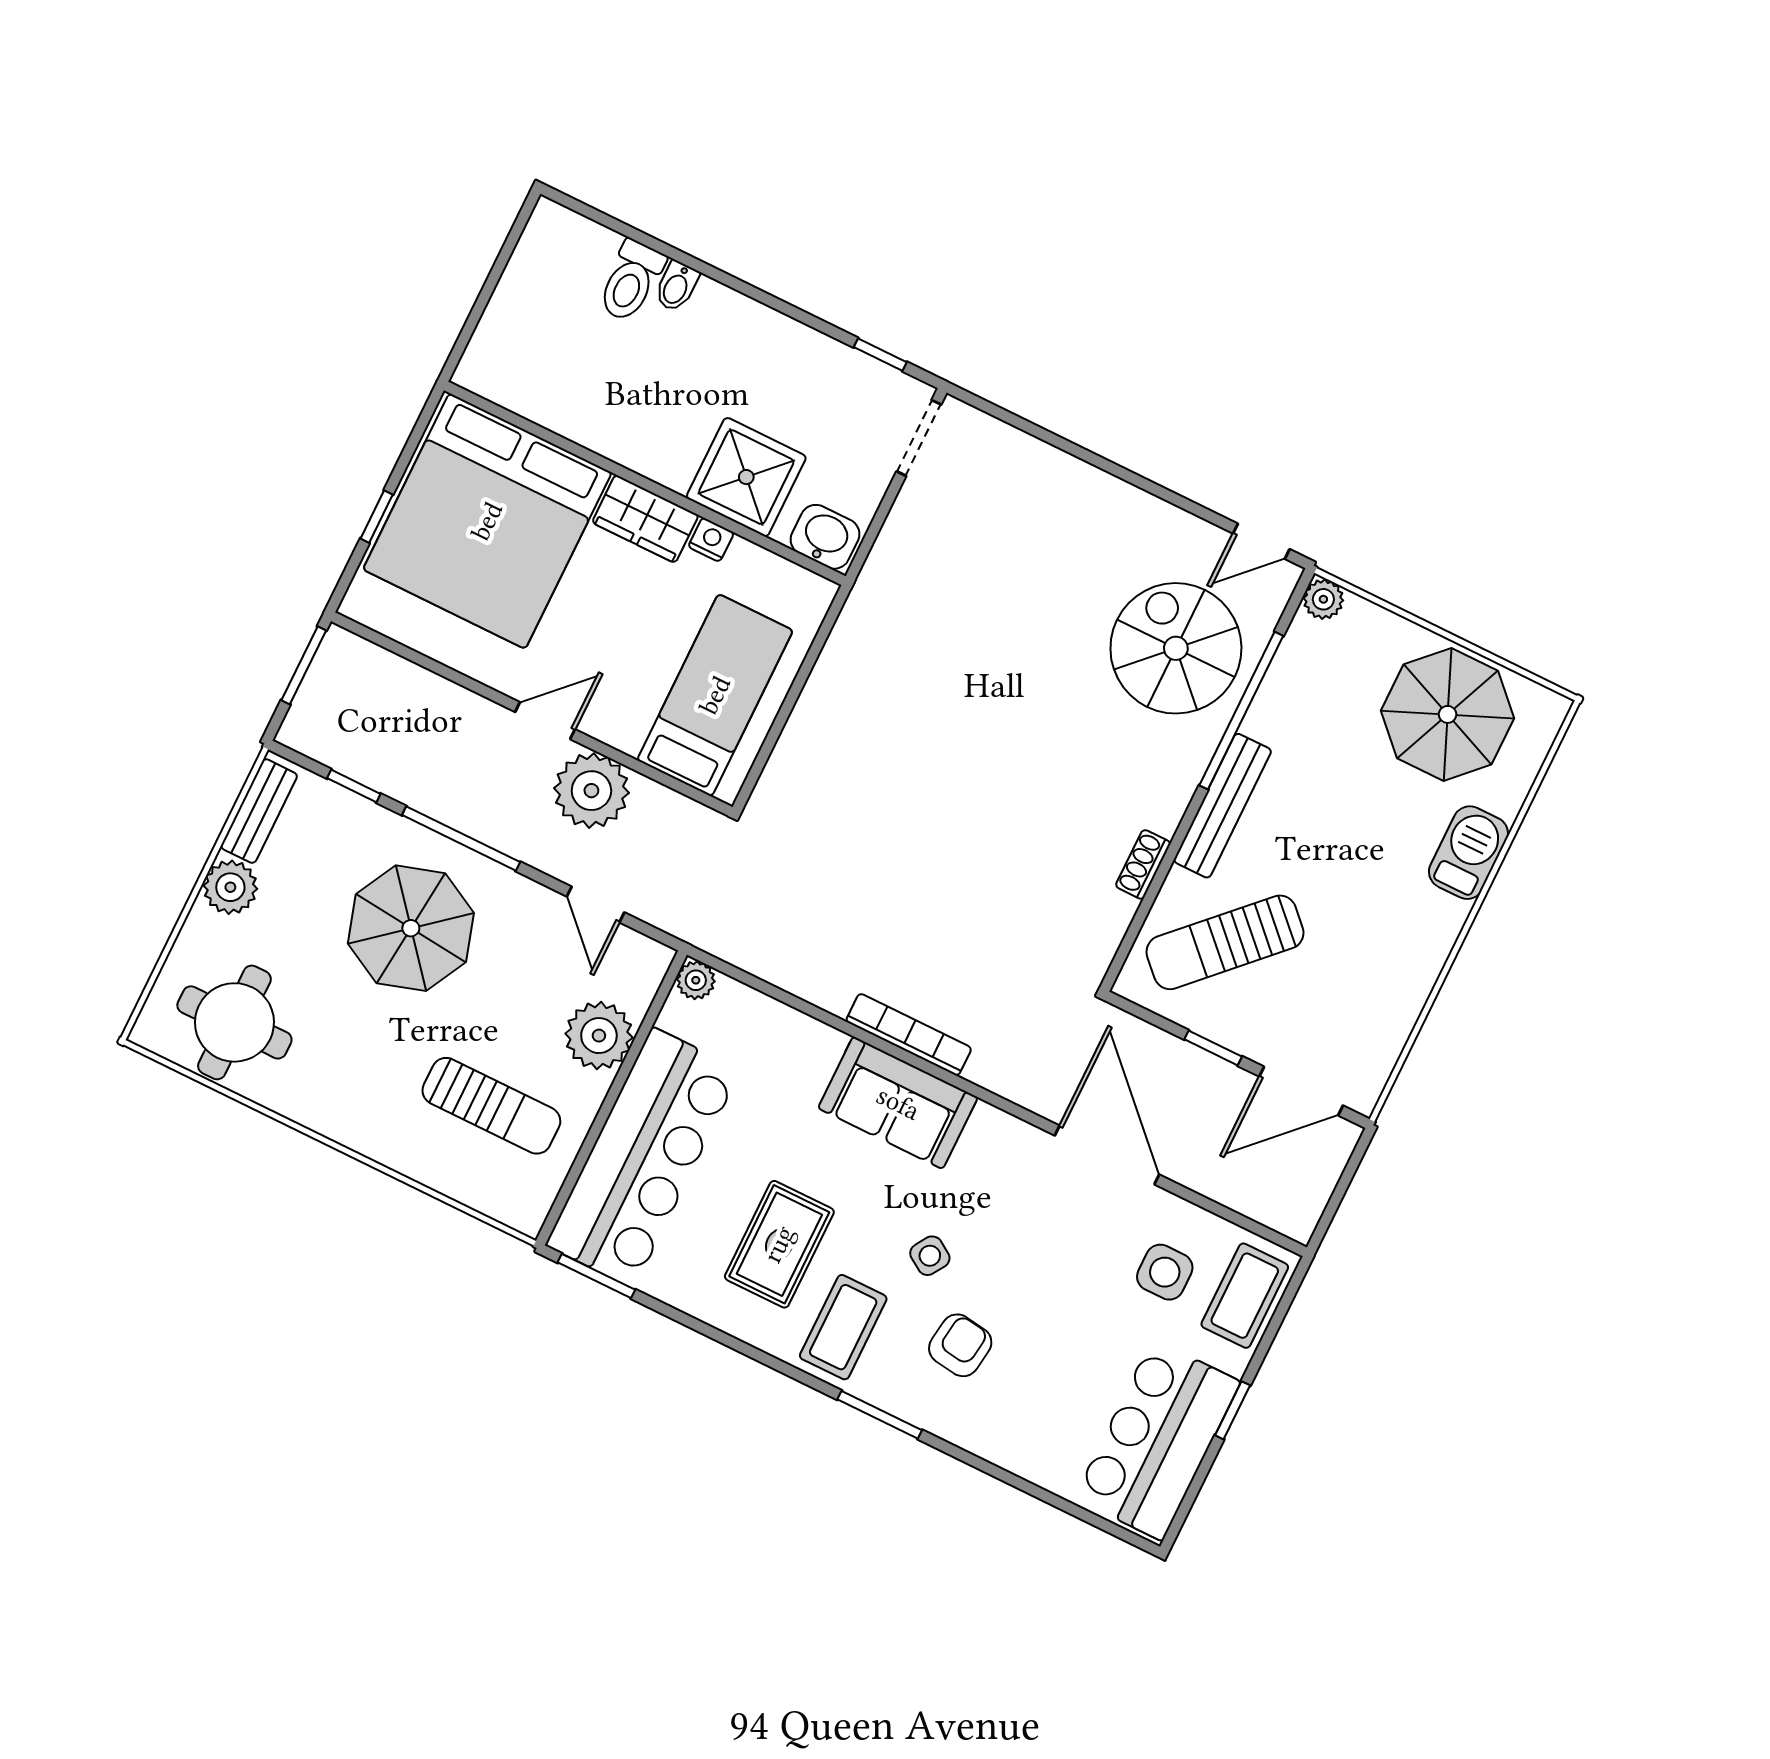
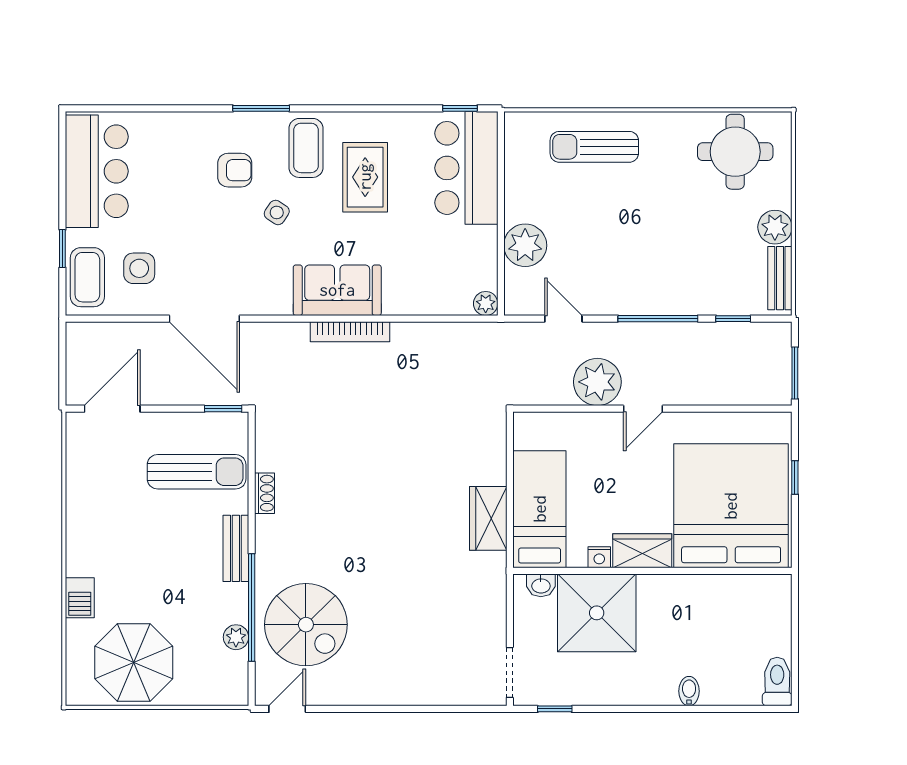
toilet: (631, 281) -> (777, 682), moved
shower: (746, 477) -> (597, 613), width x1.37, depth x1.37
washbasin: (825, 537) -> (541, 585), width x0.72, depth x0.69
plant: (1323, 599) -> (236, 637), moved
wardrobe: (842, 673) -> (488, 518), added
bed: (715, 695) -> (540, 509), moved, turned 180
bench: (1222, 806) -> (236, 548), width x0.73
barbecue: (1468, 853) -> (80, 598), width x0.73, depth x0.79
parasol: (411, 928) -> (661, 254), removed
sun lounger: (1225, 942) -> (197, 472), turned 45
window: (1213, 1048) -> (223, 409), moved
sun lounger: (491, 1106) -> (594, 147), moved
bar counter: (643, 1157) -> (466, 168), width x0.73
window: (596, 1276) -> (460, 108), width x0.67
armchair: (960, 1345) -> (235, 170), turned -98
window: (1233, 1410) -> (62, 249), moved

